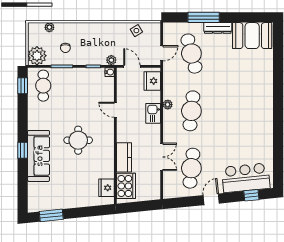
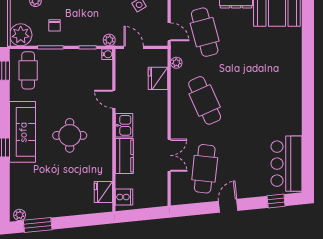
door: (162, 53) -> (169, 32), hinge flipped
fridge: (152, 81) -> (158, 78), moved
plant: (168, 105) -> (176, 63), moved
cafe table: (191, 111) -> (205, 100), turned -30
kitchen sink: (153, 113) -> (124, 125), moved, turned 180
sofa: (39, 156) -> (23, 132), moved
bar counter: (246, 178) -> (287, 164), moved, turned -84
cooker: (126, 186) -> (124, 197), width x0.53, depth x0.76
plant: (36, 207) -> (20, 215), added

